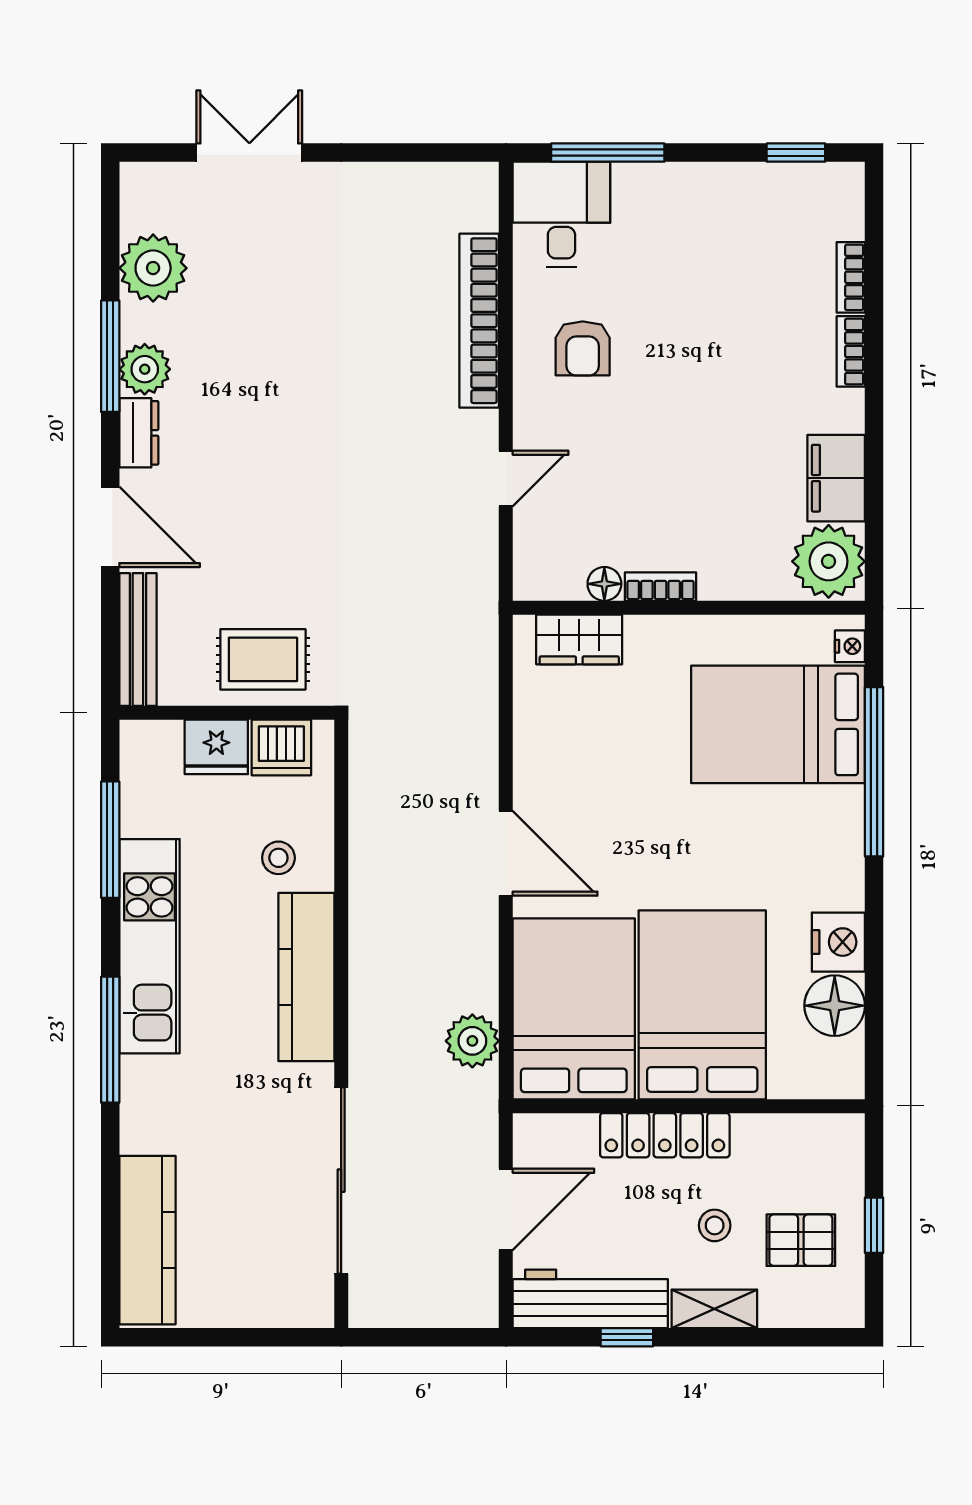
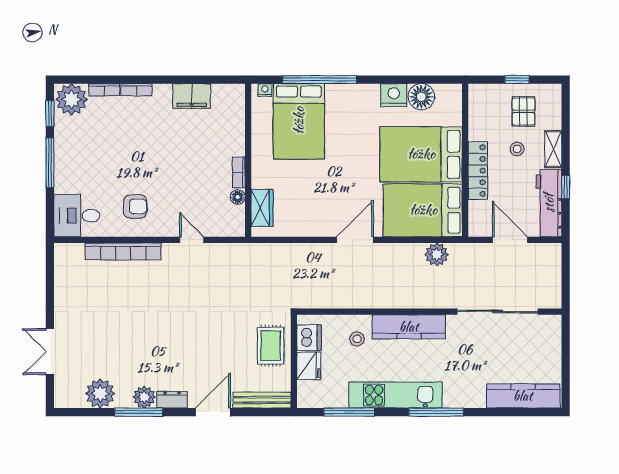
window: (608, 153) -> (50, 163), moved
plant: (829, 561) -> (71, 99), moved

